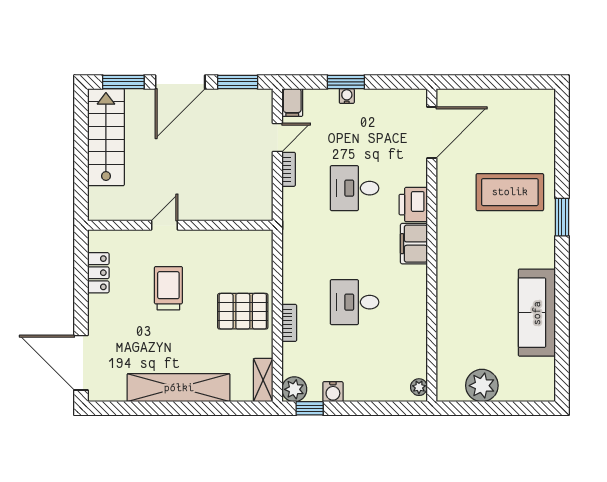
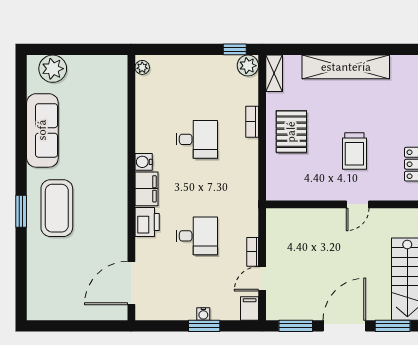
coffee table: (510, 192) -> (57, 208), moved, turned 90
pallet: (243, 311) -> (291, 132), turned 90
plant: (482, 386) -> (53, 69), moved
water cooler: (333, 392) -> (144, 162), moved, turned -90

